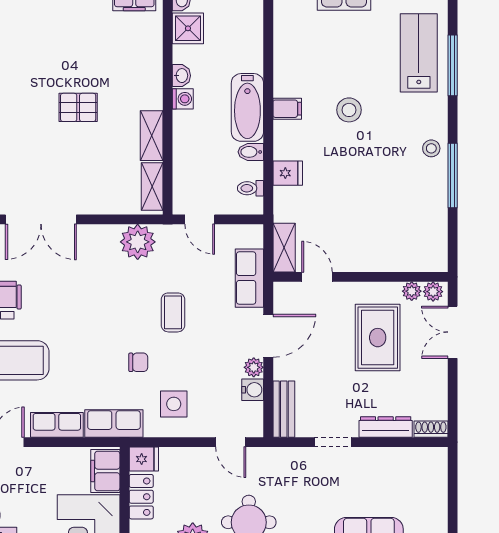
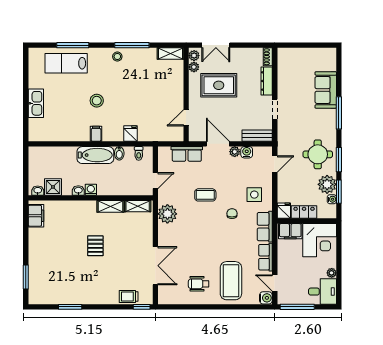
shelving: (284, 248) -> (171, 54), moved

